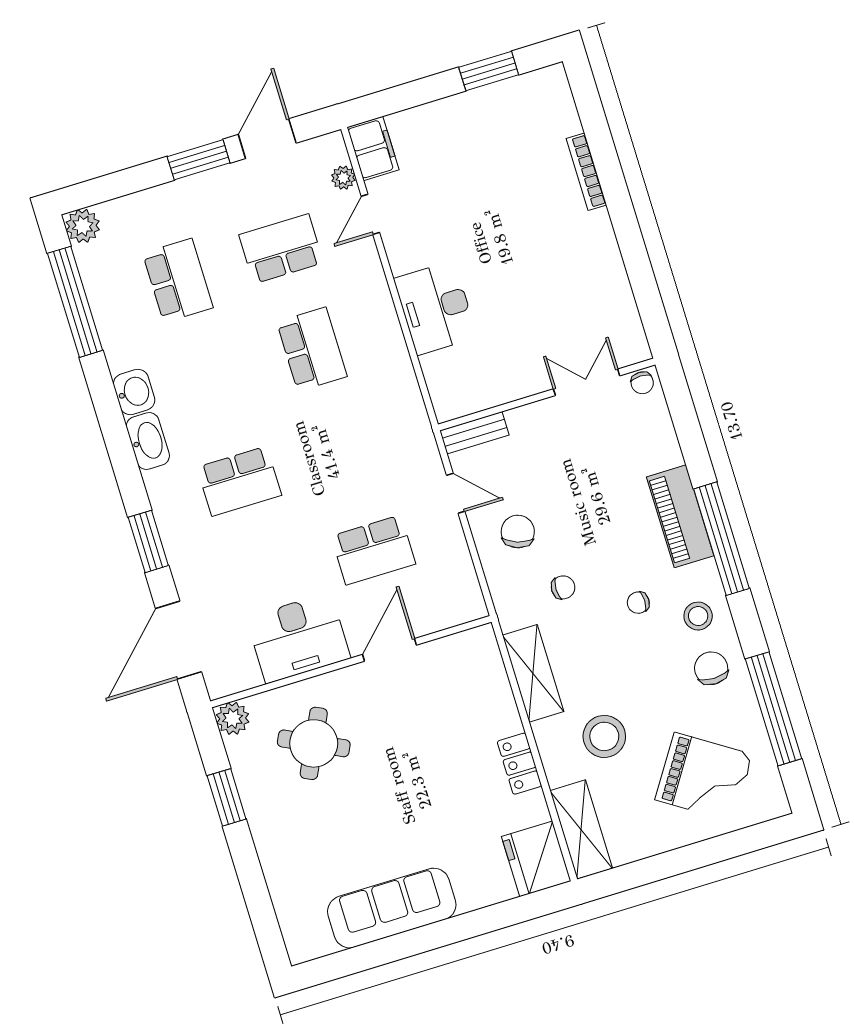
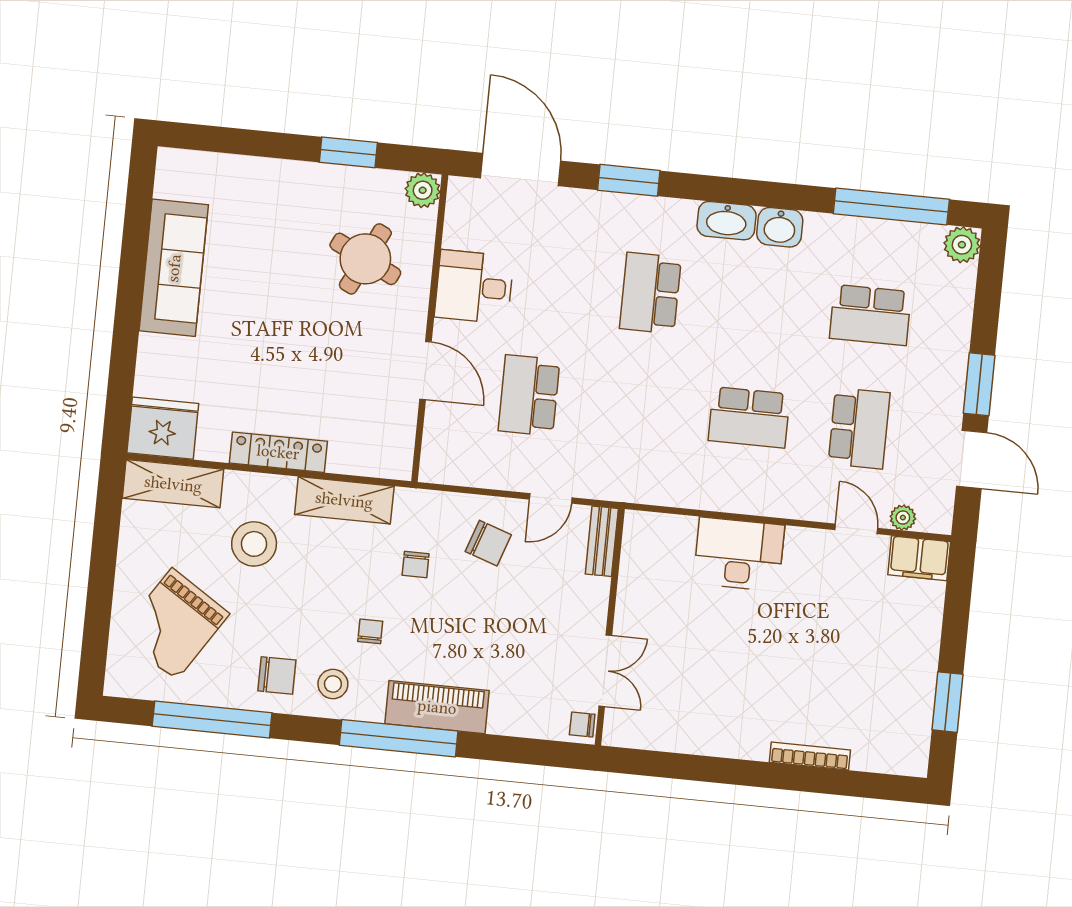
desk: (298, 638) -> (474, 287), width x0.73
locker: (519, 764) -> (278, 452), width x1.53

